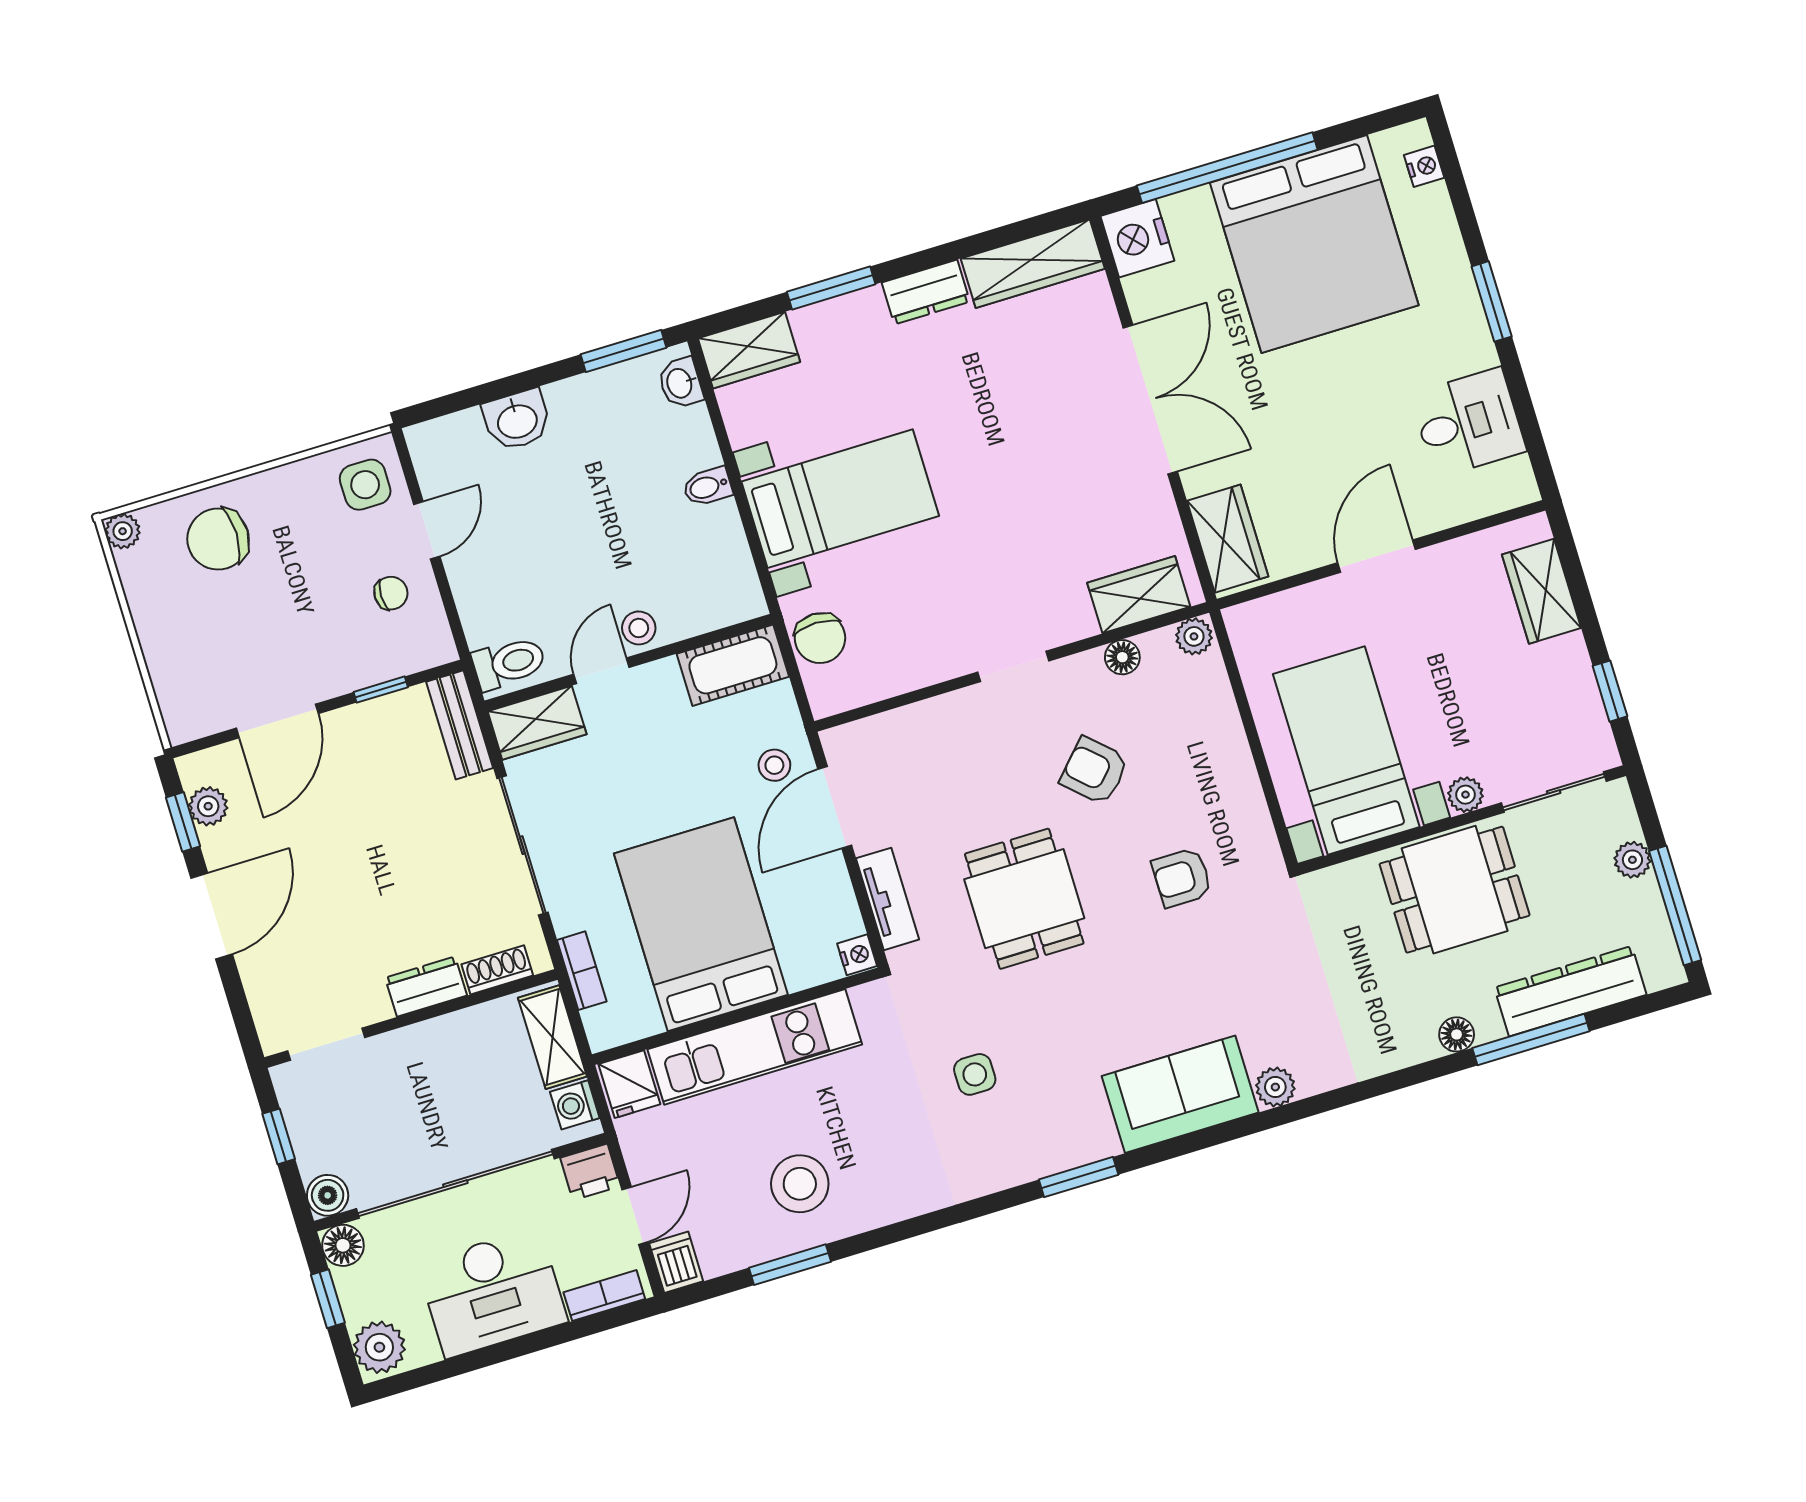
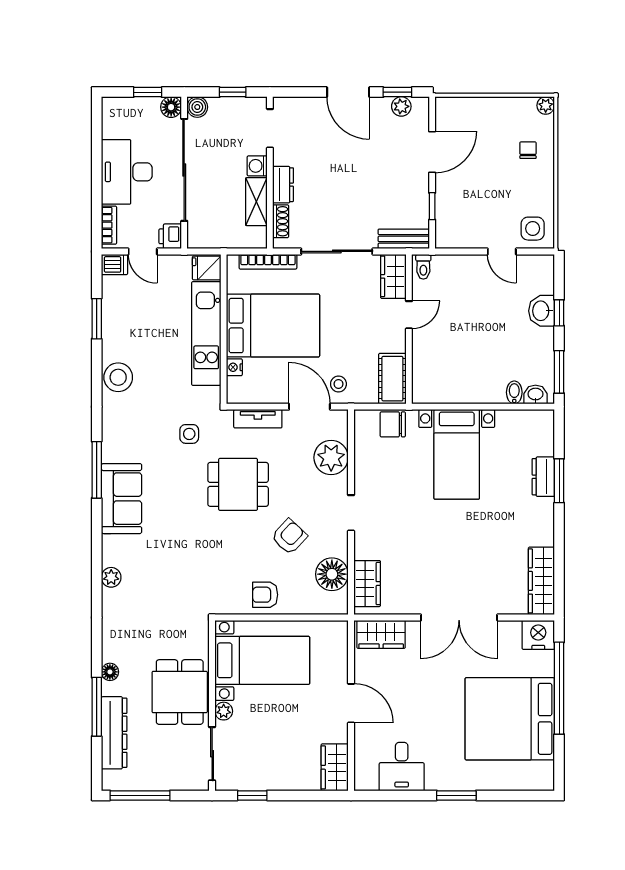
nightstand: (1424, 166) -> (531, 783), removed
dresser: (926, 292) -> (543, 477), moved
wardrobe: (749, 350) -> (541, 432), removed
window: (511, 385) -> (559, 313), added
bidet: (707, 487) -> (514, 392), moved
chair: (218, 539) -> (528, 150), width x0.54, depth x0.54
wardrobe: (1542, 591) -> (335, 767), moved, turned -90
chair: (391, 593) -> (477, 225), removed
stool: (639, 628) -> (424, 339), removed
plant: (1194, 636) -> (331, 458), moved, width x1.88, depth x1.88
floor lamp: (1122, 657) -> (332, 574), width x1.89, depth x1.89
toilet: (509, 663) -> (423, 267), width x0.73, depth x0.72
door: (601, 671) -> (409, 315), hinge flipped
door: (277, 721) -> (432, 152), swing flipped
plant: (1632, 860) -> (168, 782), removed
armchair: (1182, 878) -> (265, 595), moved, turned -90
nightstand: (857, 955) -> (234, 367), moved, turned 90
bookcase: (582, 971) -> (268, 262), width x1.56
shelving: (552, 1037) -> (256, 202), moved, turned 90
side table: (975, 1074) -> (189, 434), moved
sofa: (1180, 1094) -> (122, 499), moved
washing machine: (575, 1105) -> (257, 166), moved, turned -90
window: (1079, 1177) -> (97, 470), width x1.44
stool: (800, 1184) -> (118, 377), moved
plant: (379, 1347) -> (117, 110), removed

